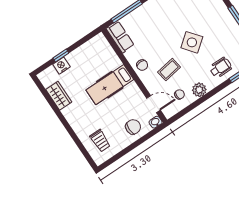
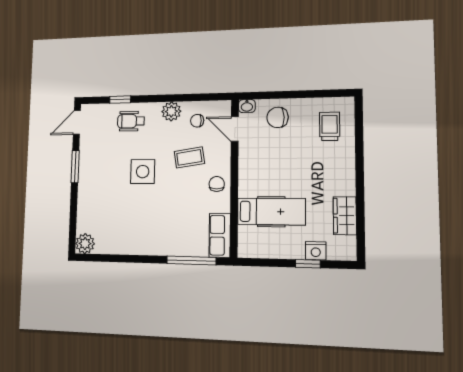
side table: (192, 42) -> (143, 172), turned 38
hospital bed: (110, 85) -> (271, 212), moved

